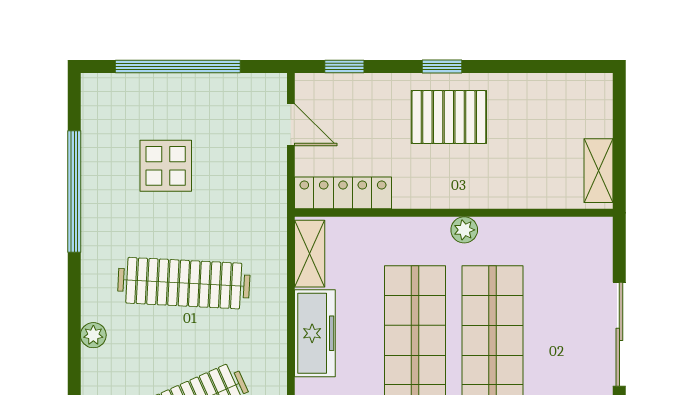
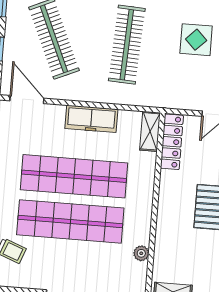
plant: (464, 230) -> (141, 253), moved
shelving: (310, 254) -> (150, 131), moved, turned 90

